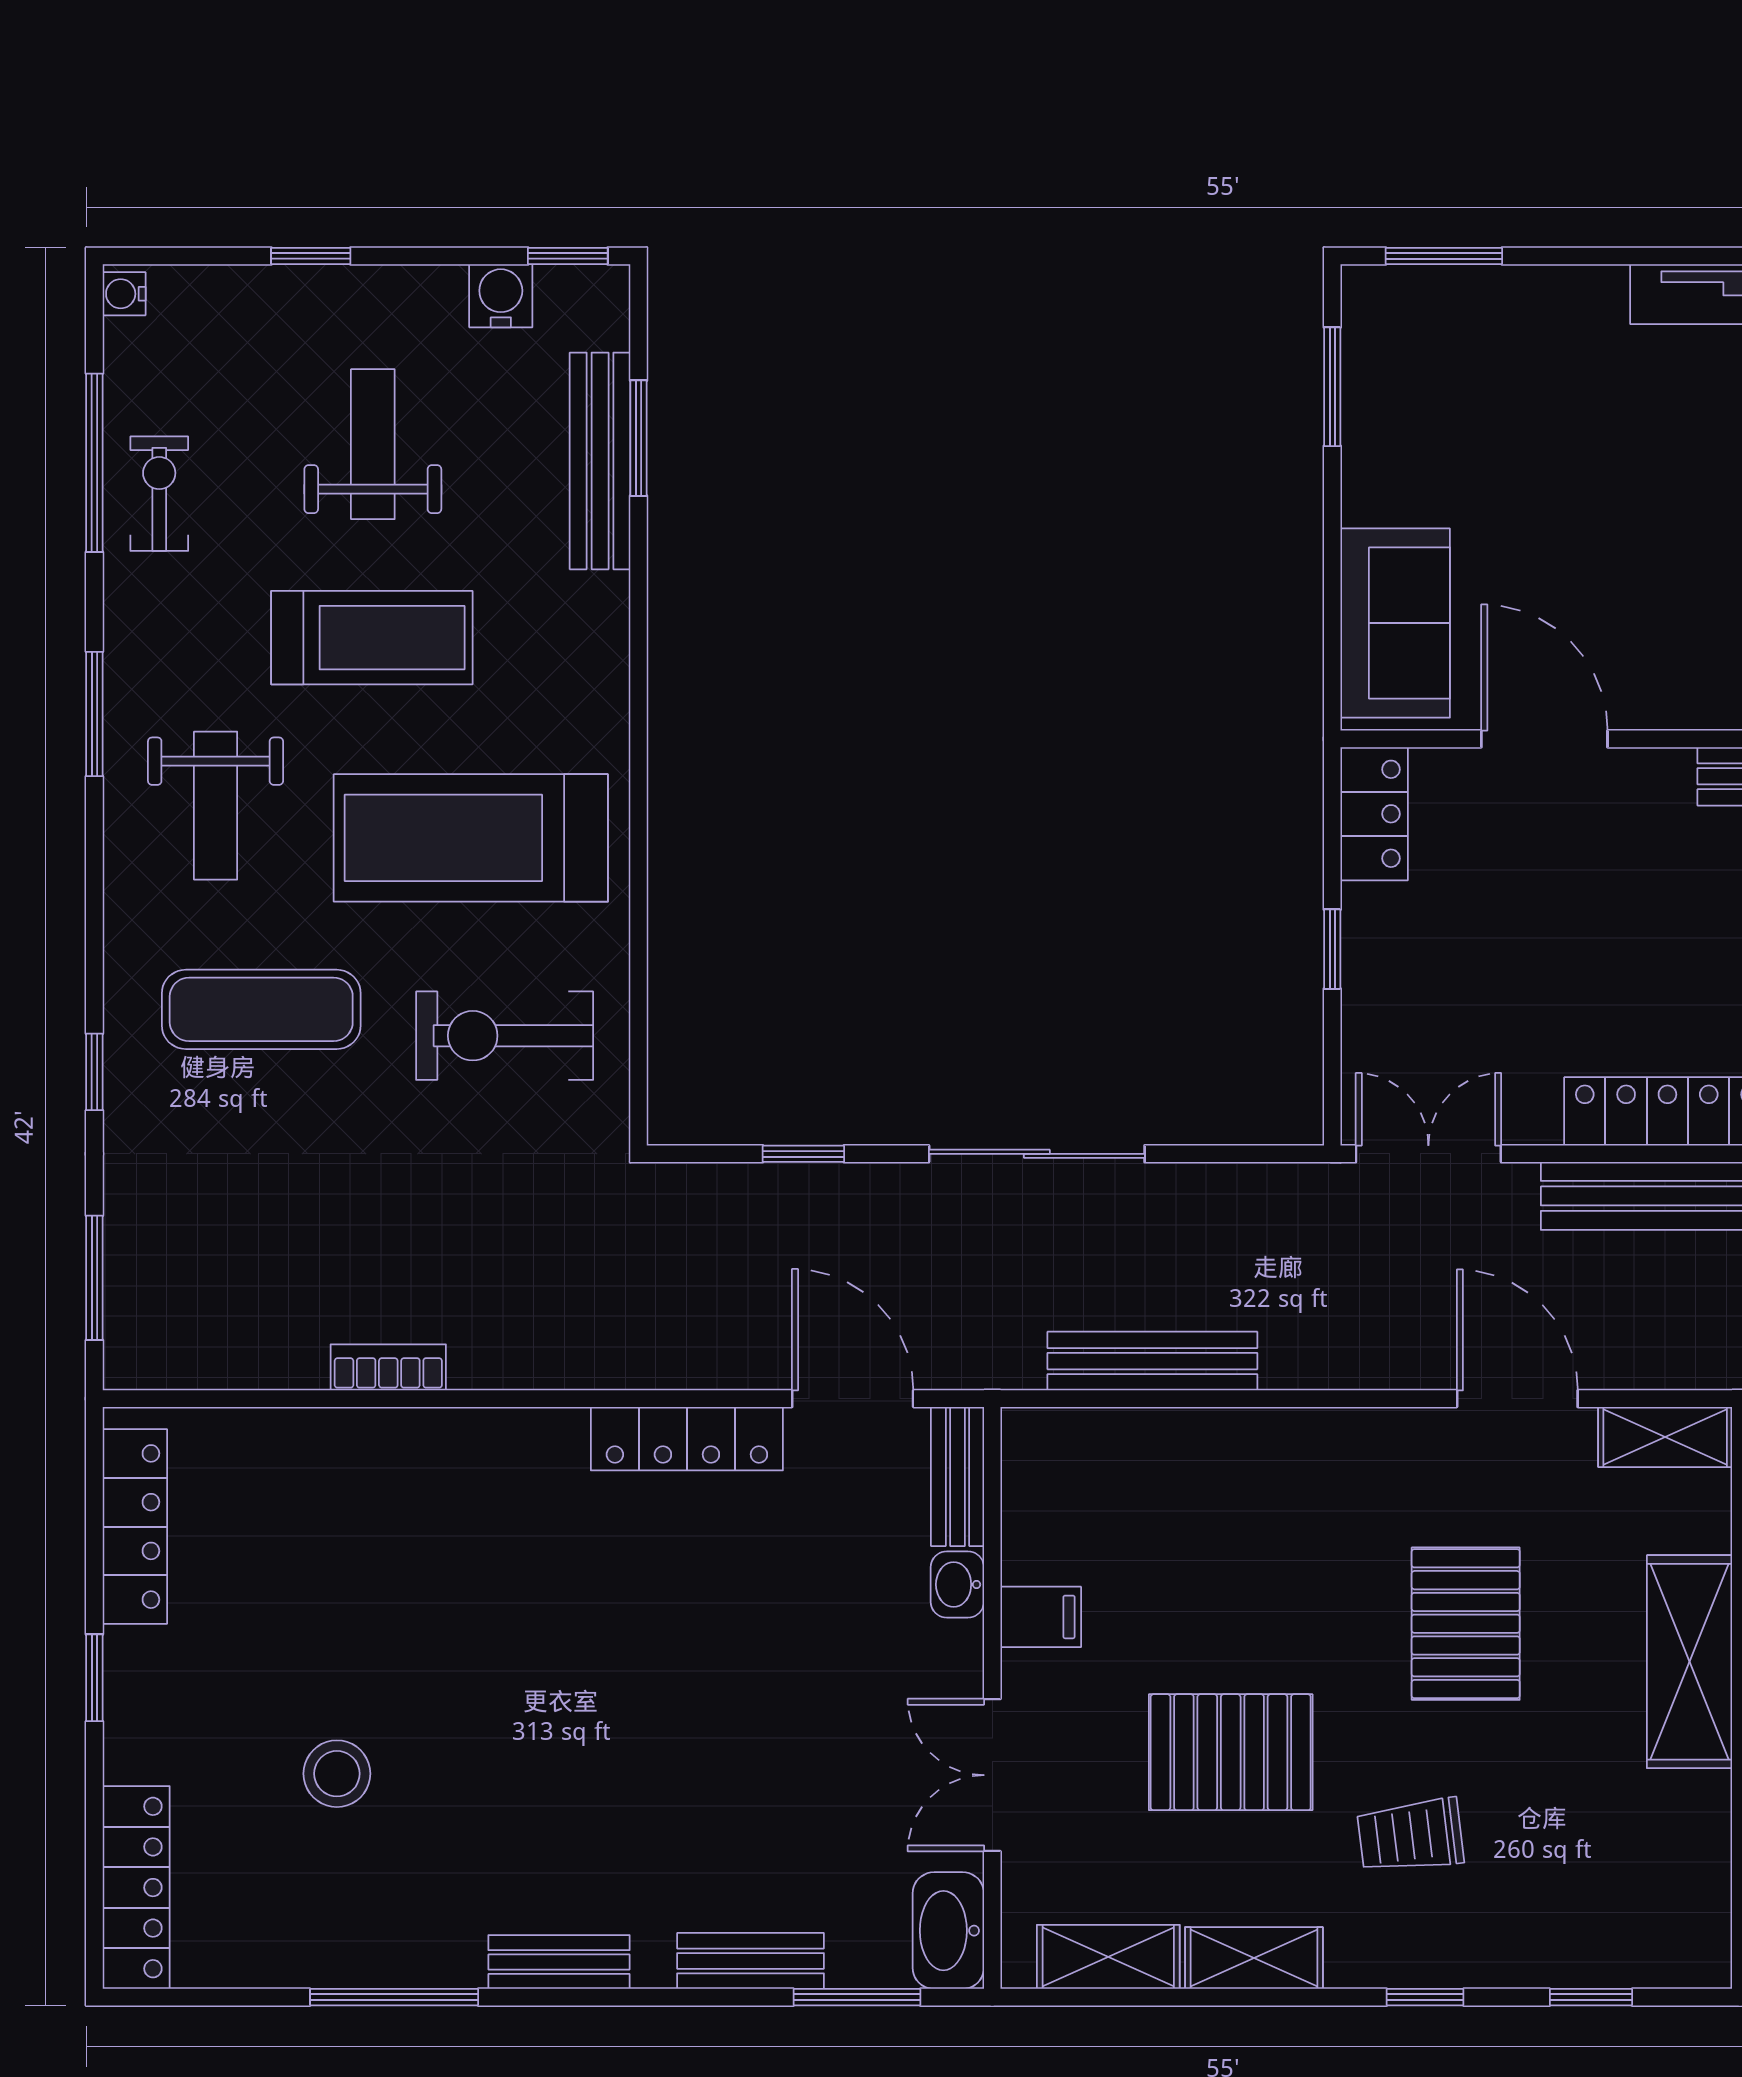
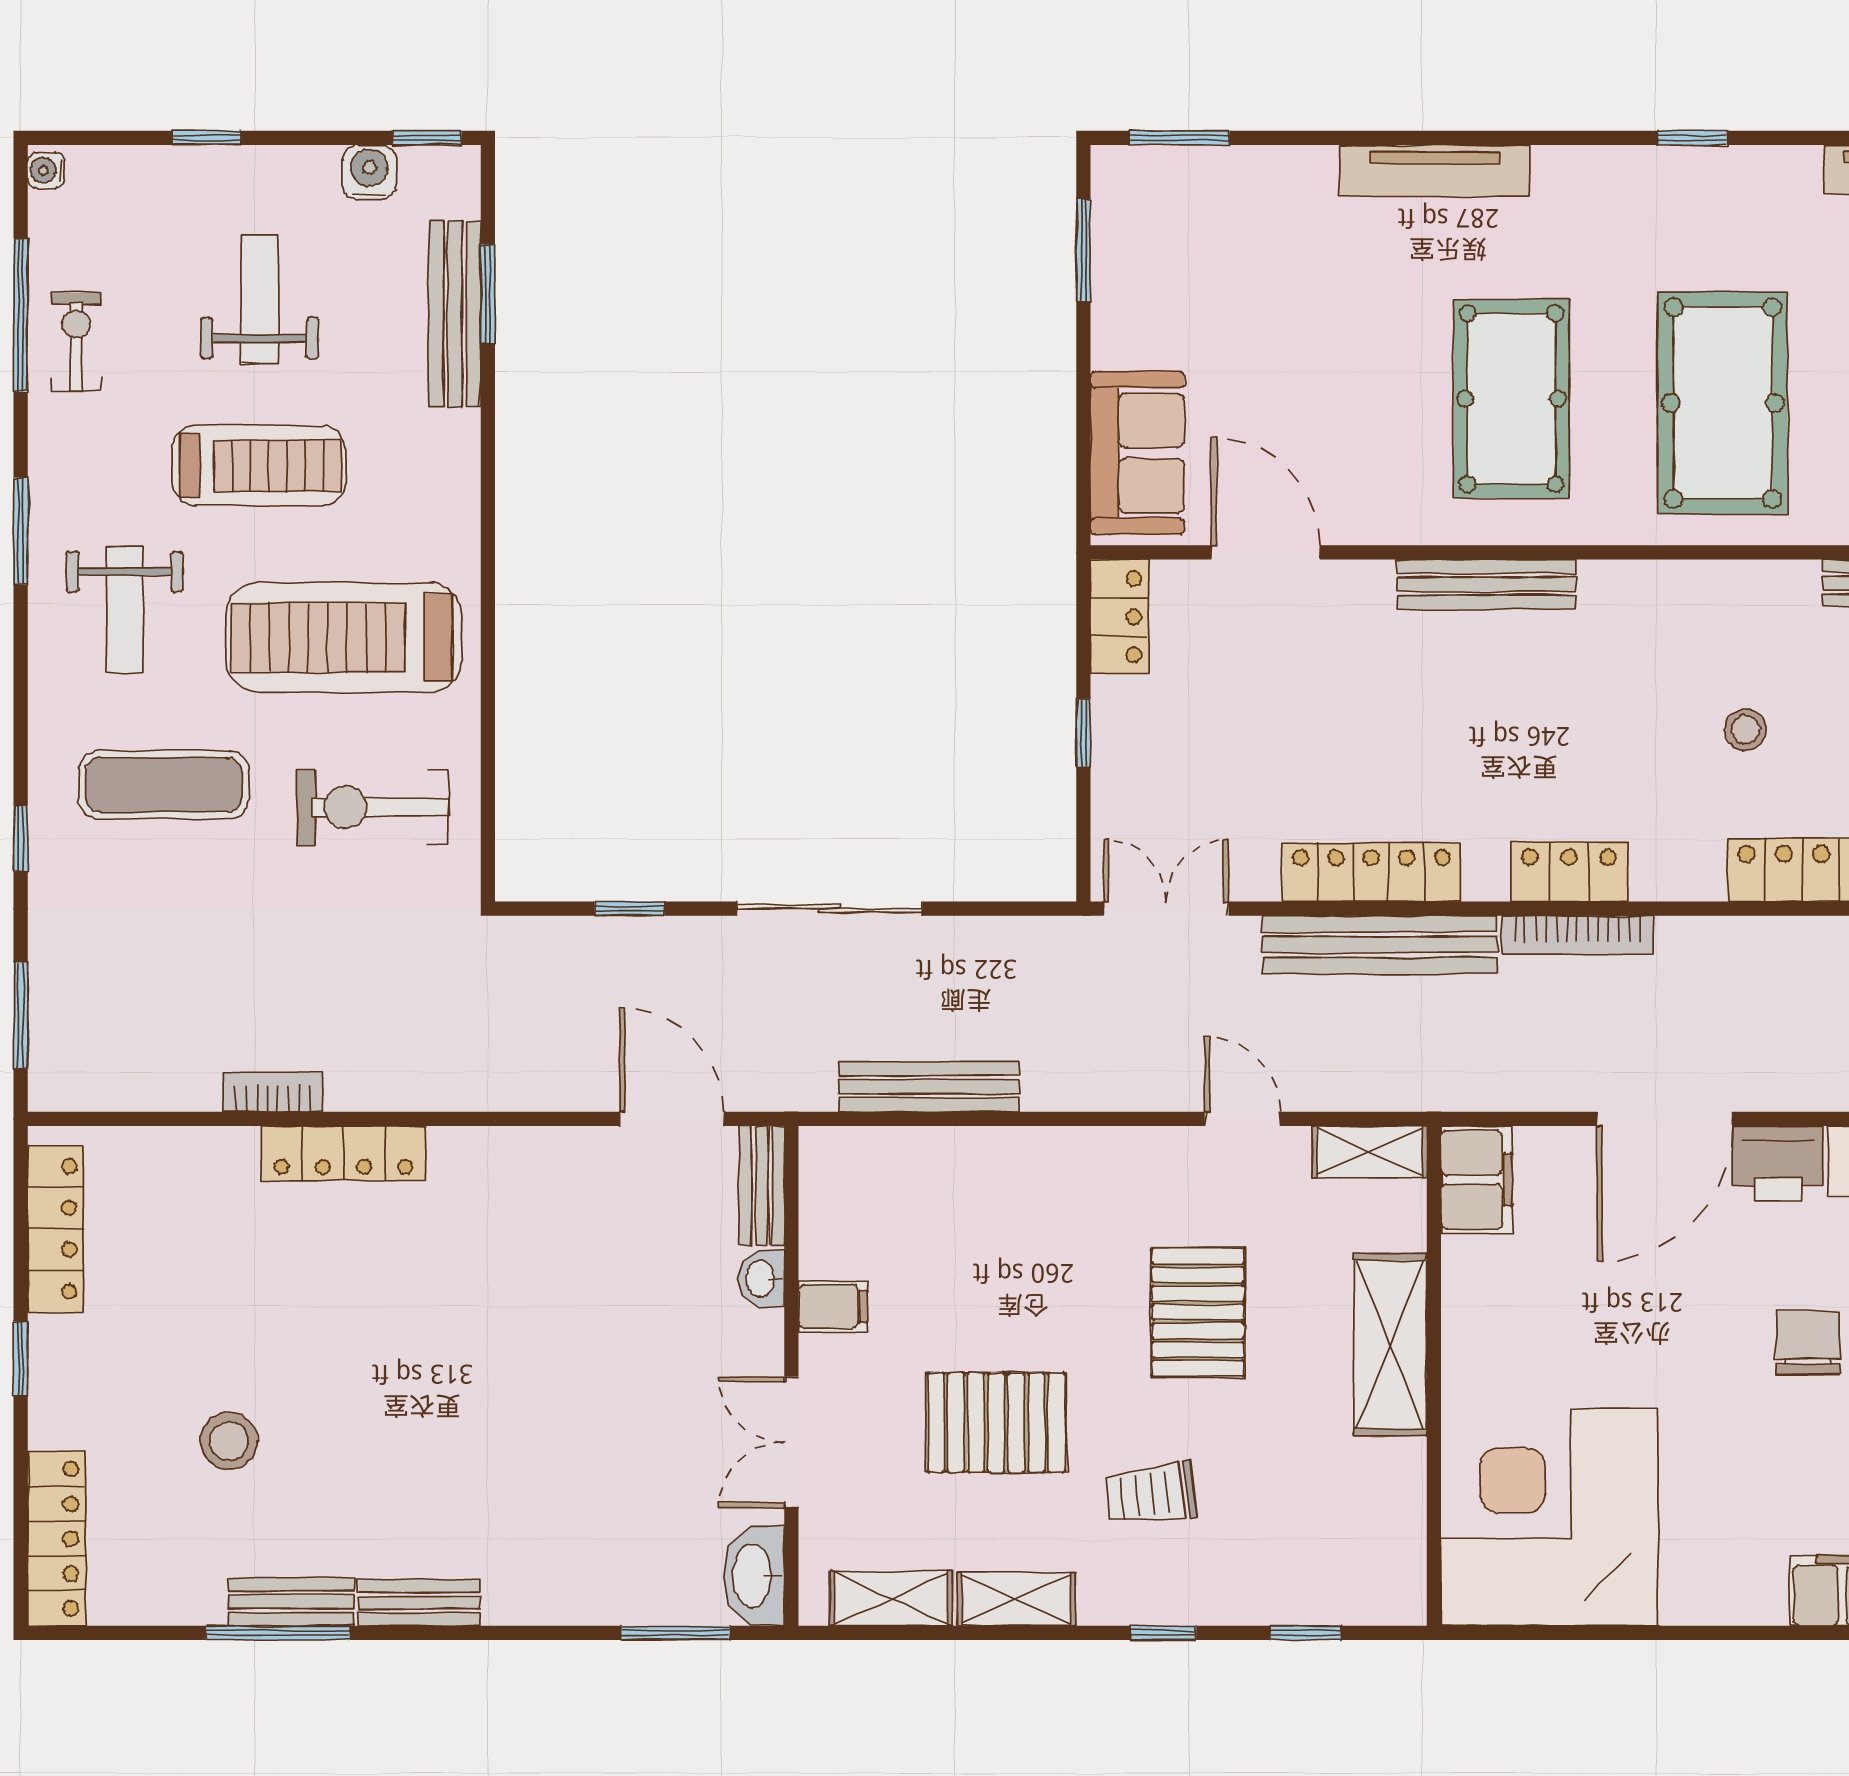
door: (1517, 1399) -> (1242, 1119), width x0.73
locker: (687, 1439) -> (343, 1153), moved
bench: (751, 1961) -> (291, 1602), moved

